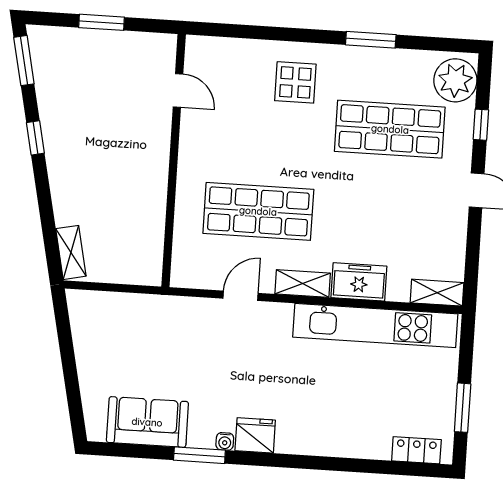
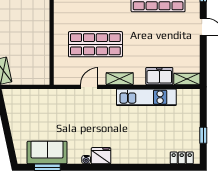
freezer: (359, 282) -> (159, 76), moved
kitchen unit: (375, 326) -> (146, 97), width x0.73
window: (463, 408) -> (203, 135), width x0.67
window: (199, 455) -> (47, 167), moved

